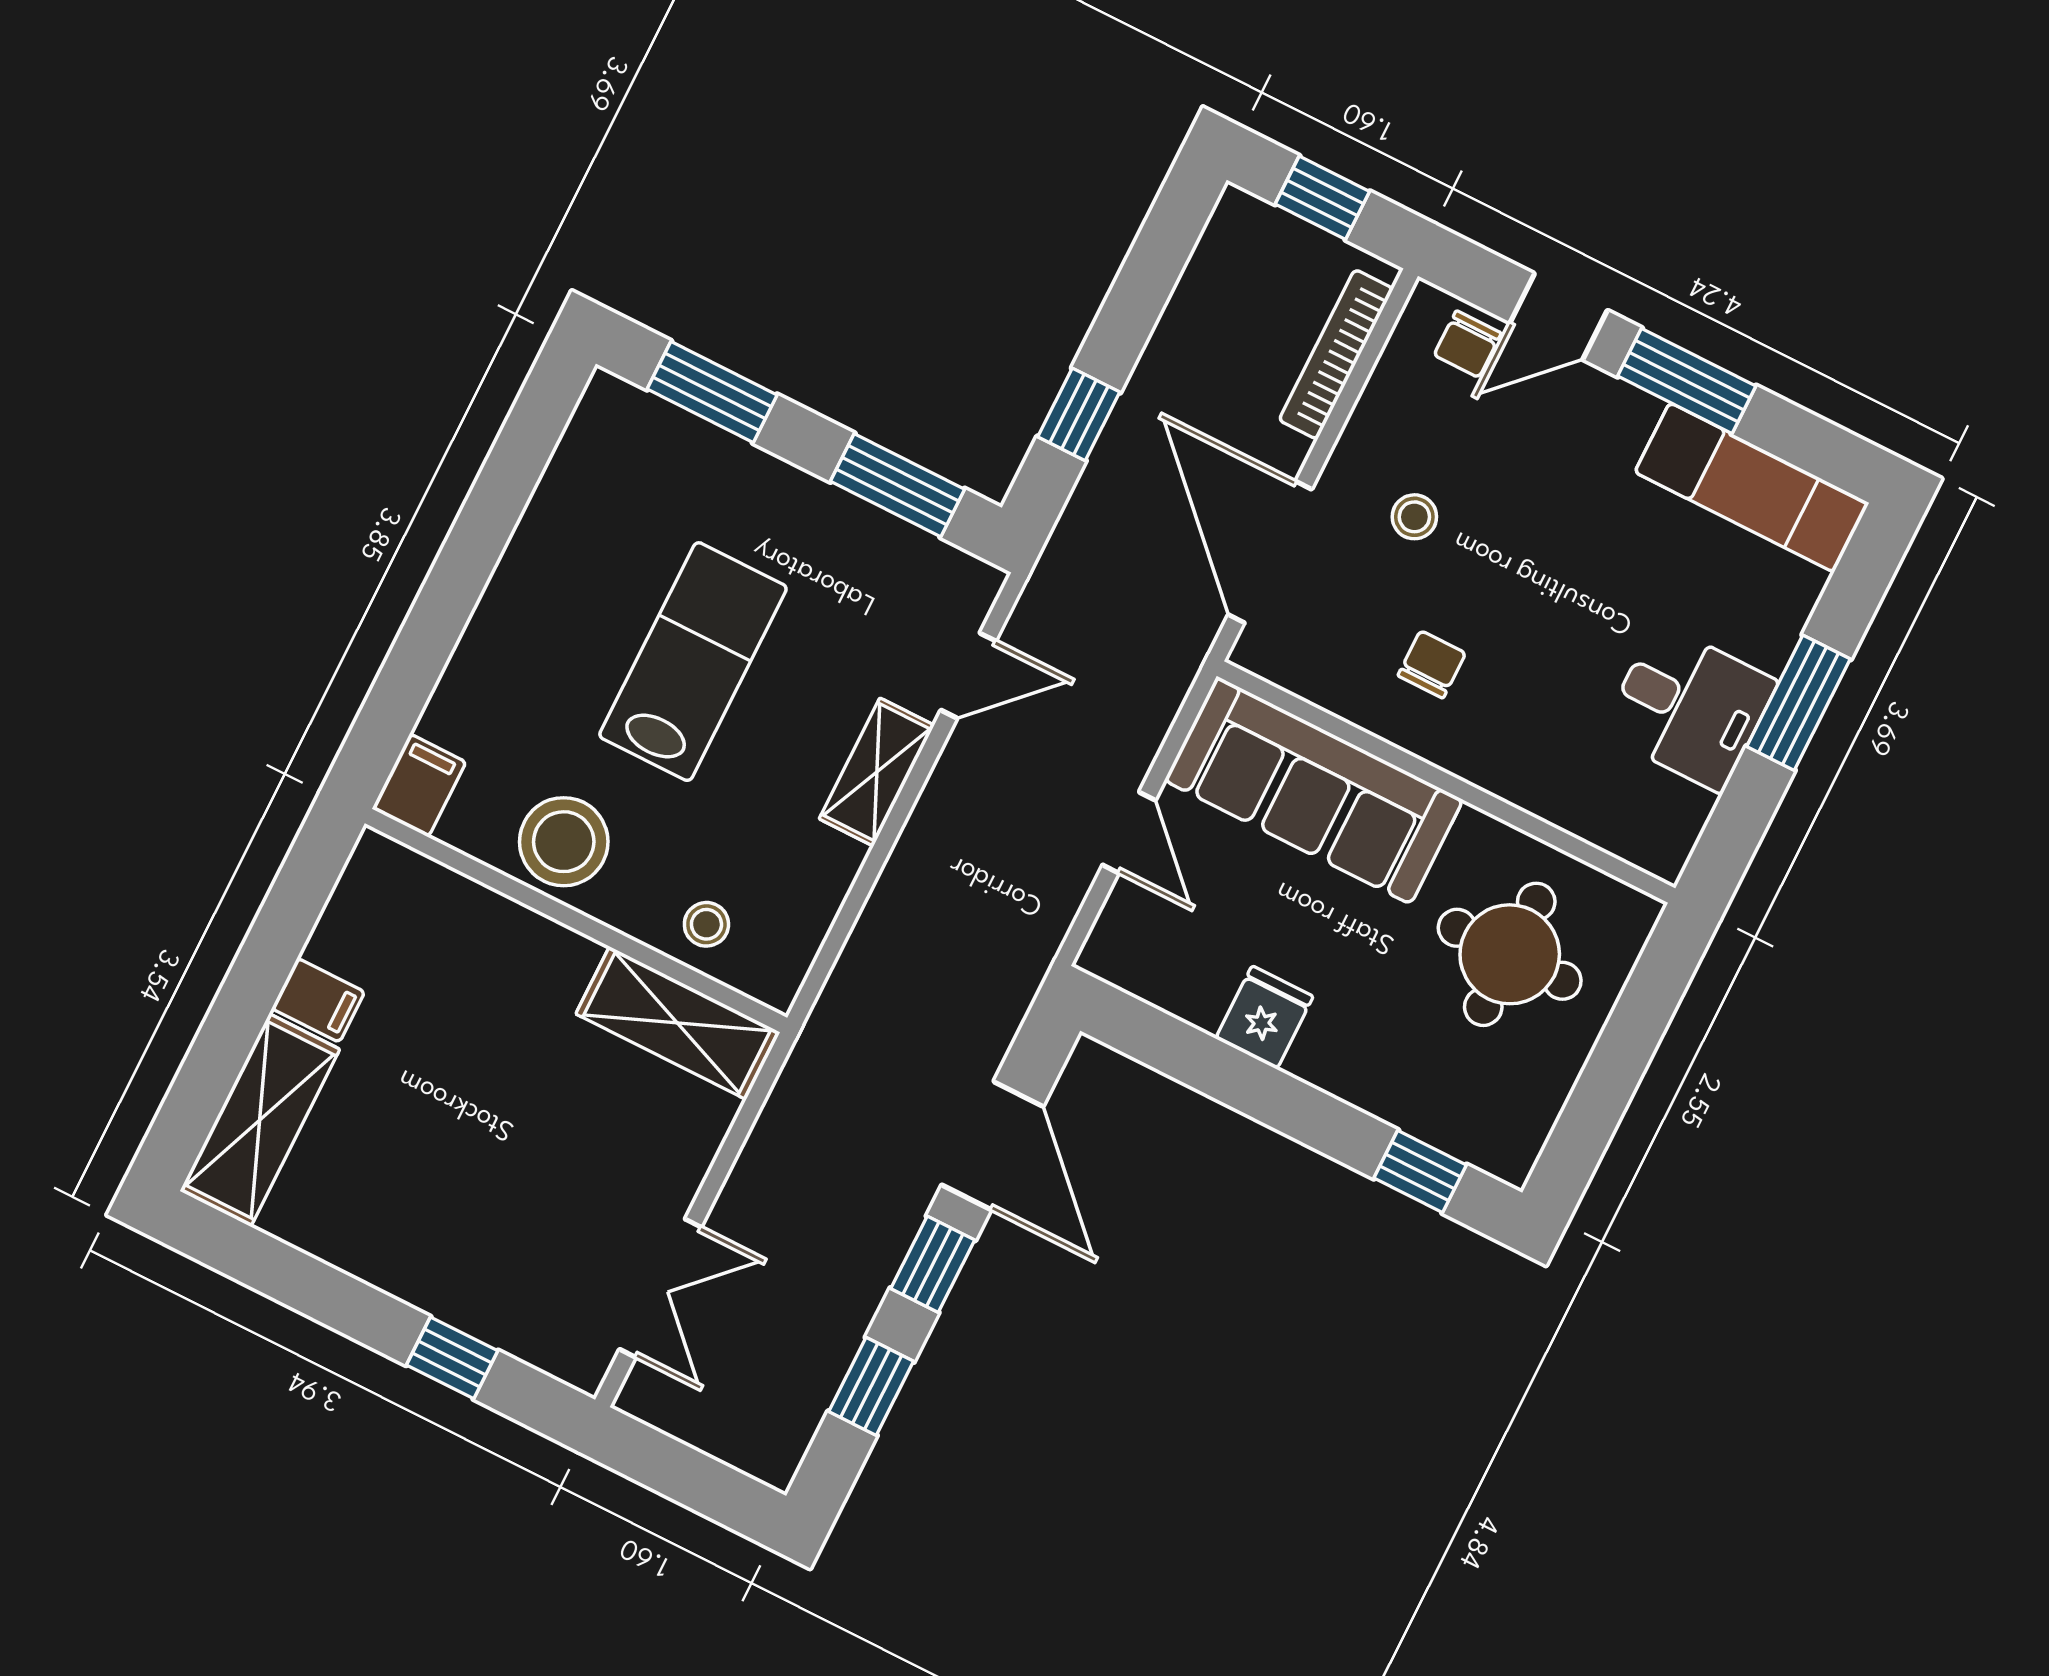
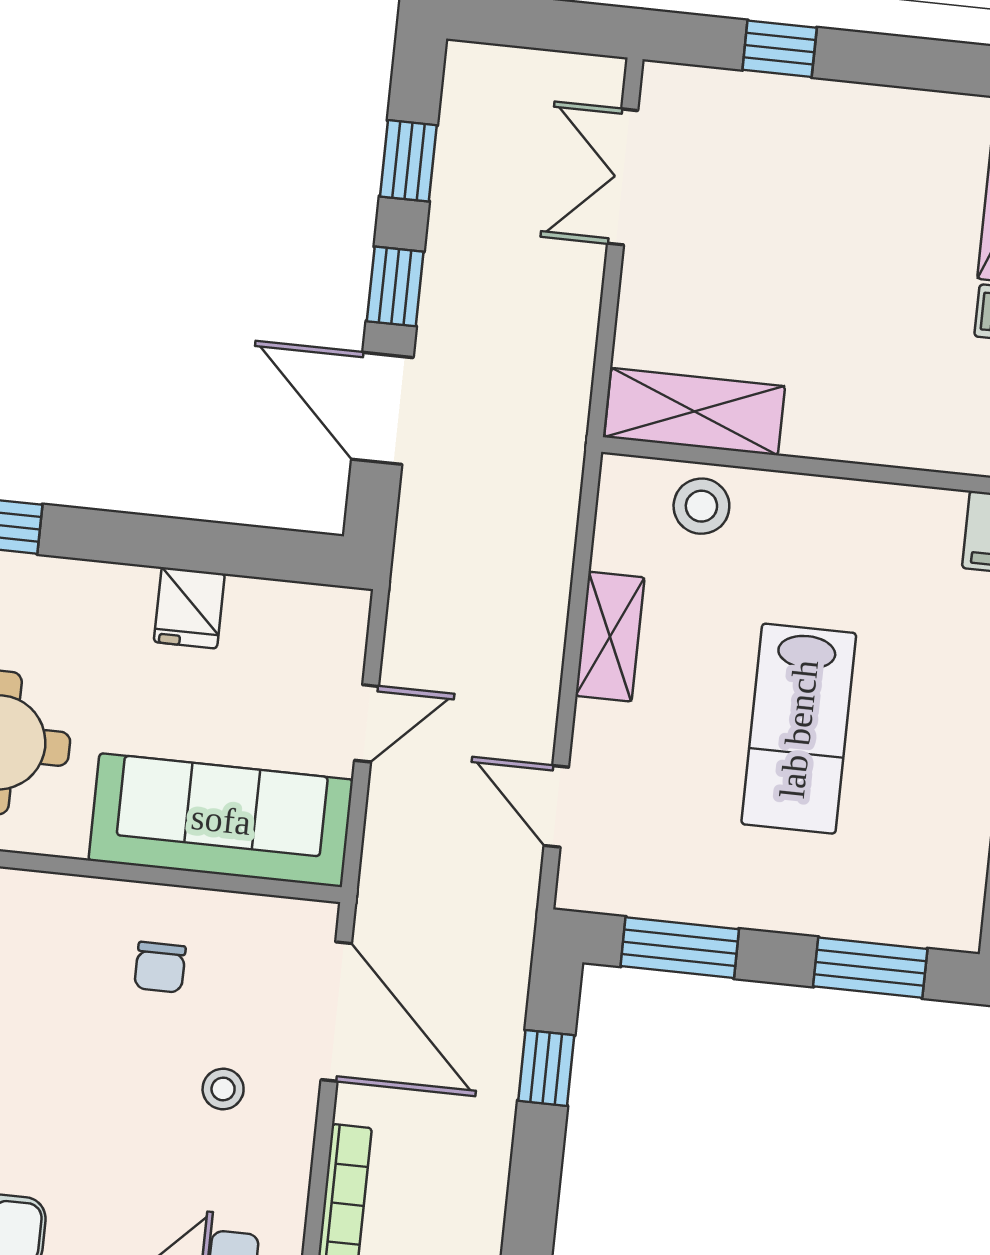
door: (968, 676) -> (556, 806), hinge flipped
shelving: (877, 772) -> (610, 637), moved
door: (1129, 832) -> (367, 723), swing flipped
stool: (564, 842) -> (852, 531), removed
stool: (706, 924) -> (701, 506), width x1.37, depth x1.37

